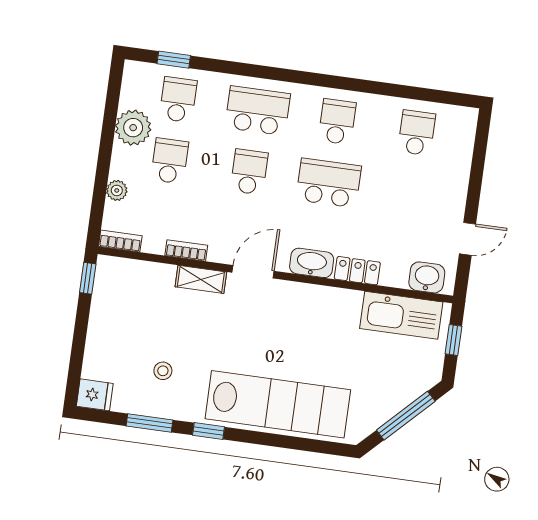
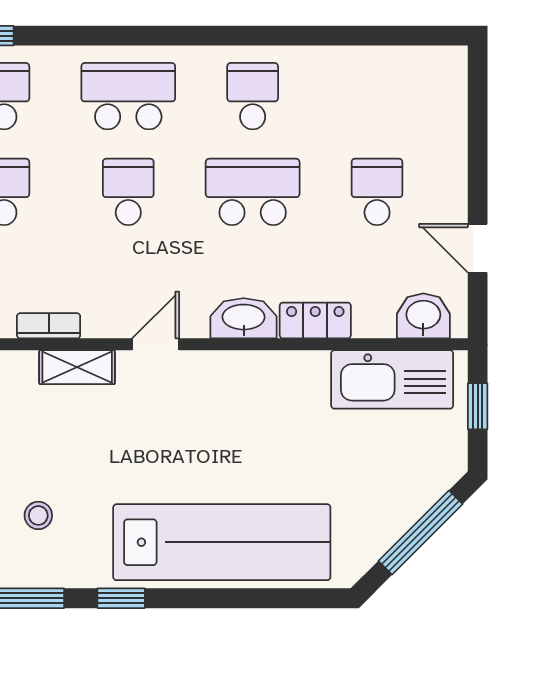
school desk: (417, 133) -> (377, 192), moved
door: (468, 239) -> (478, 248), swing flipped
door: (253, 272) -> (156, 344), width x0.73

